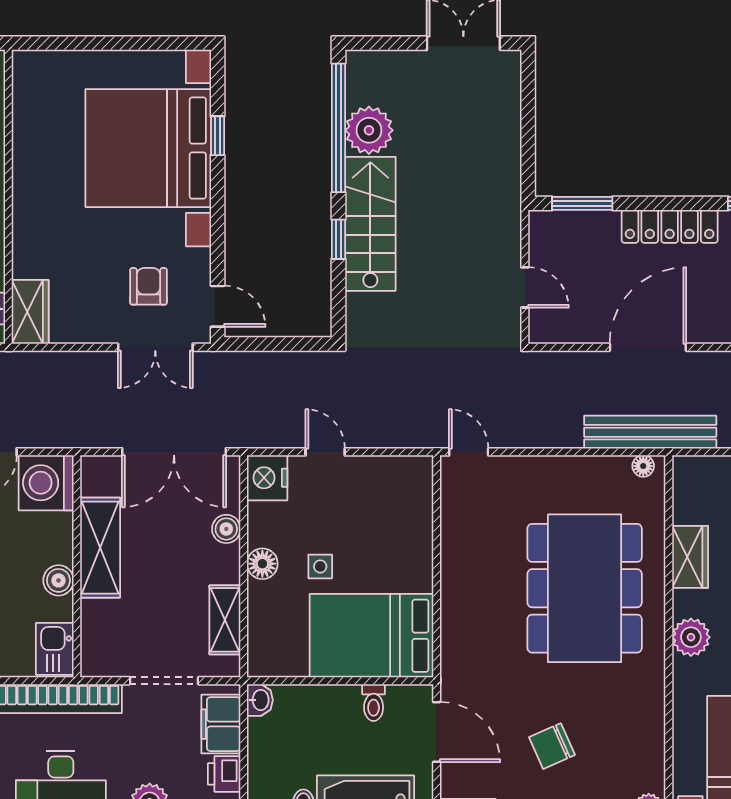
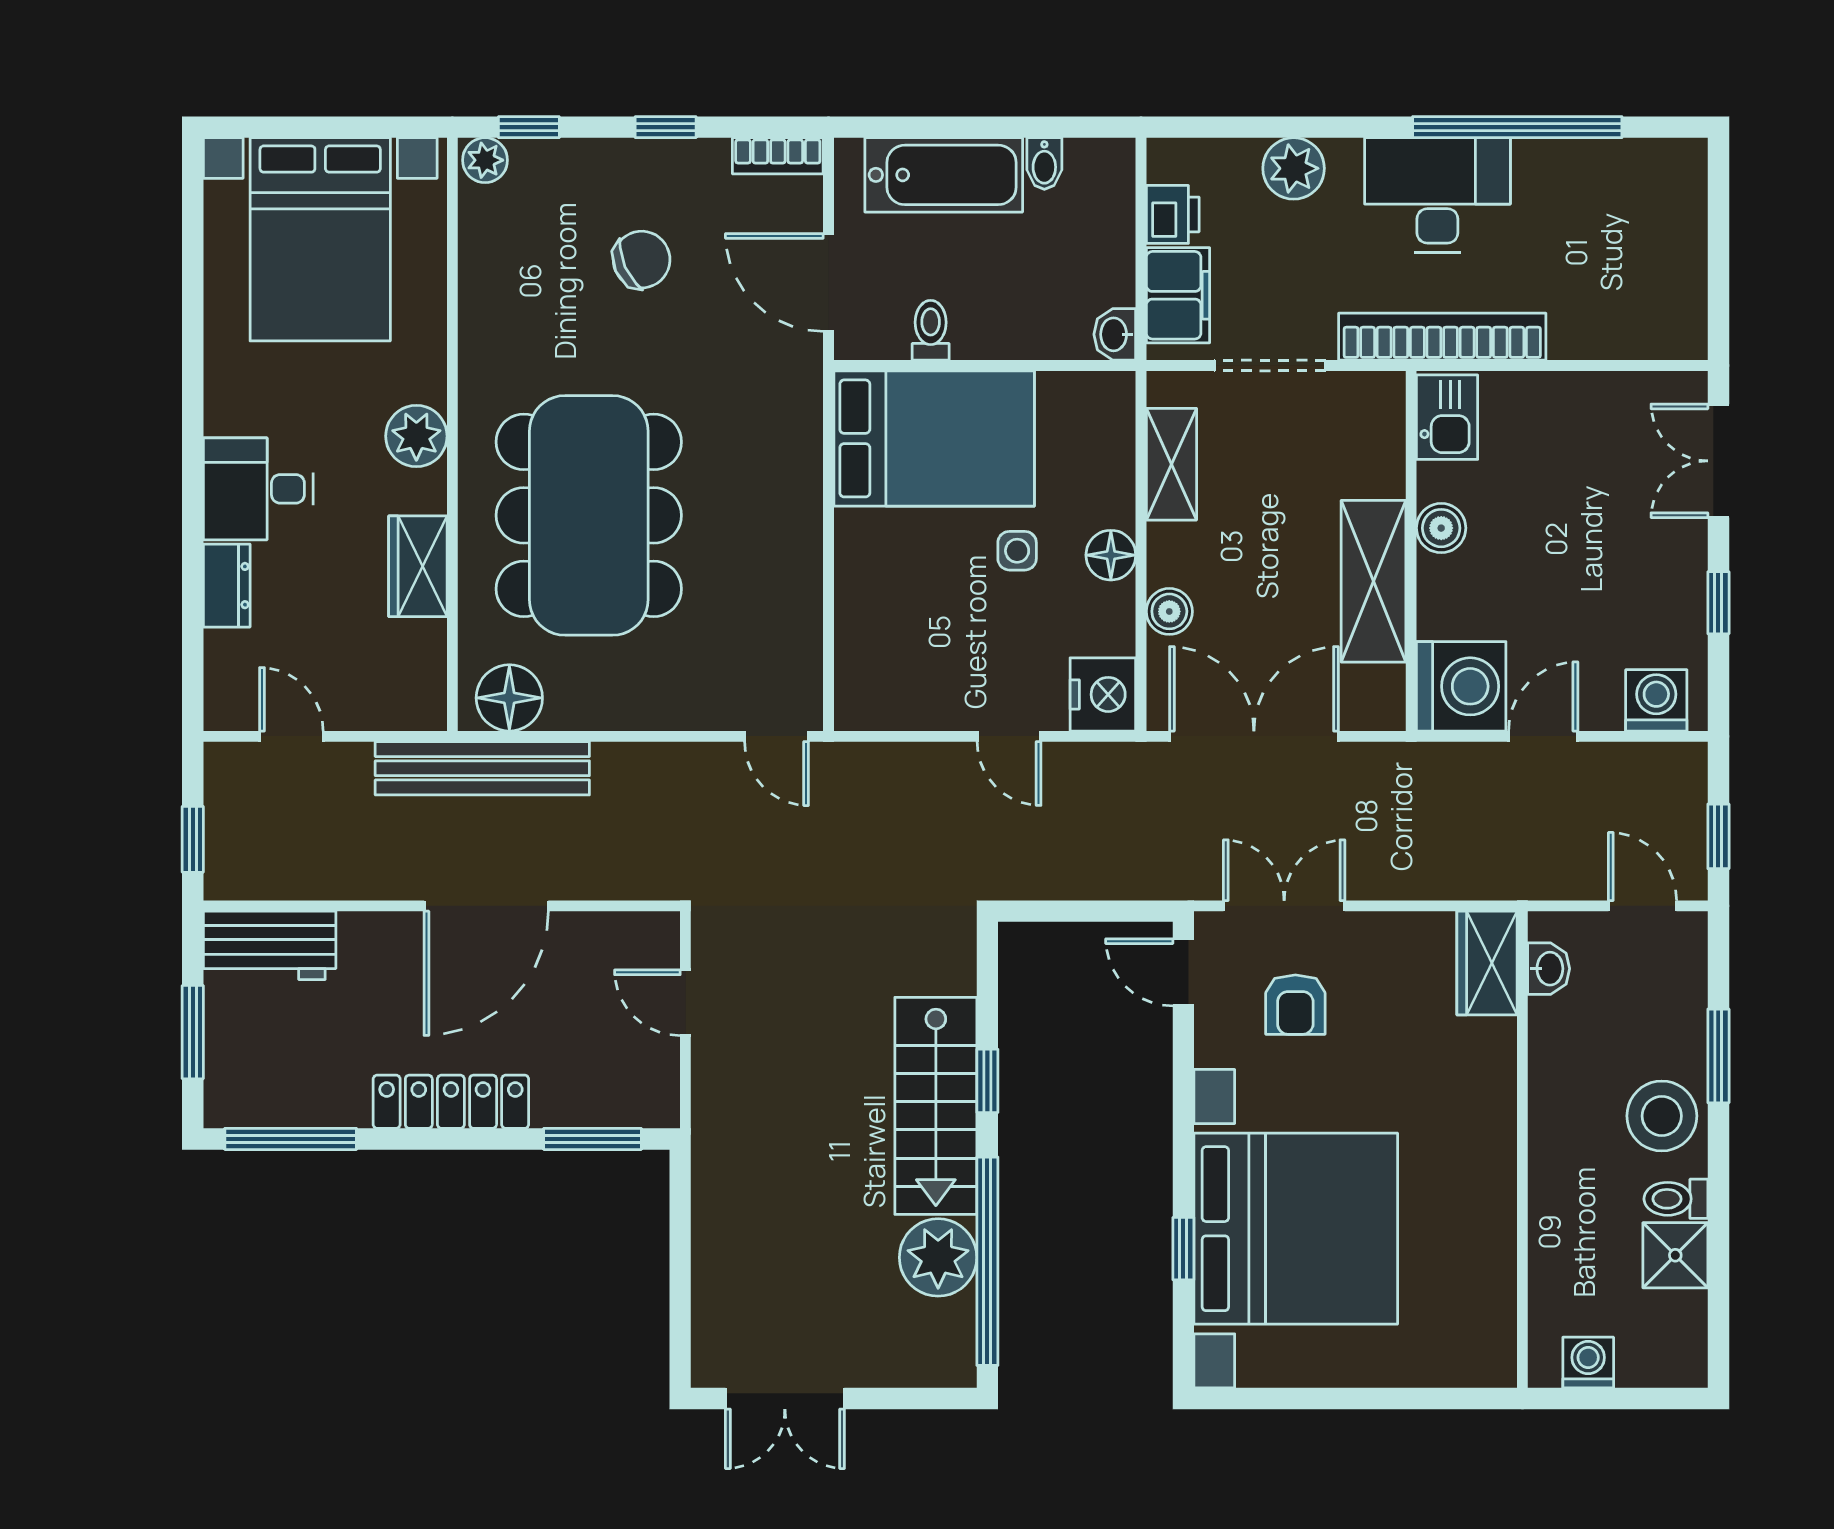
floor lamp: (643, 466) -> (509, 698), width x1.89, depth x1.89

